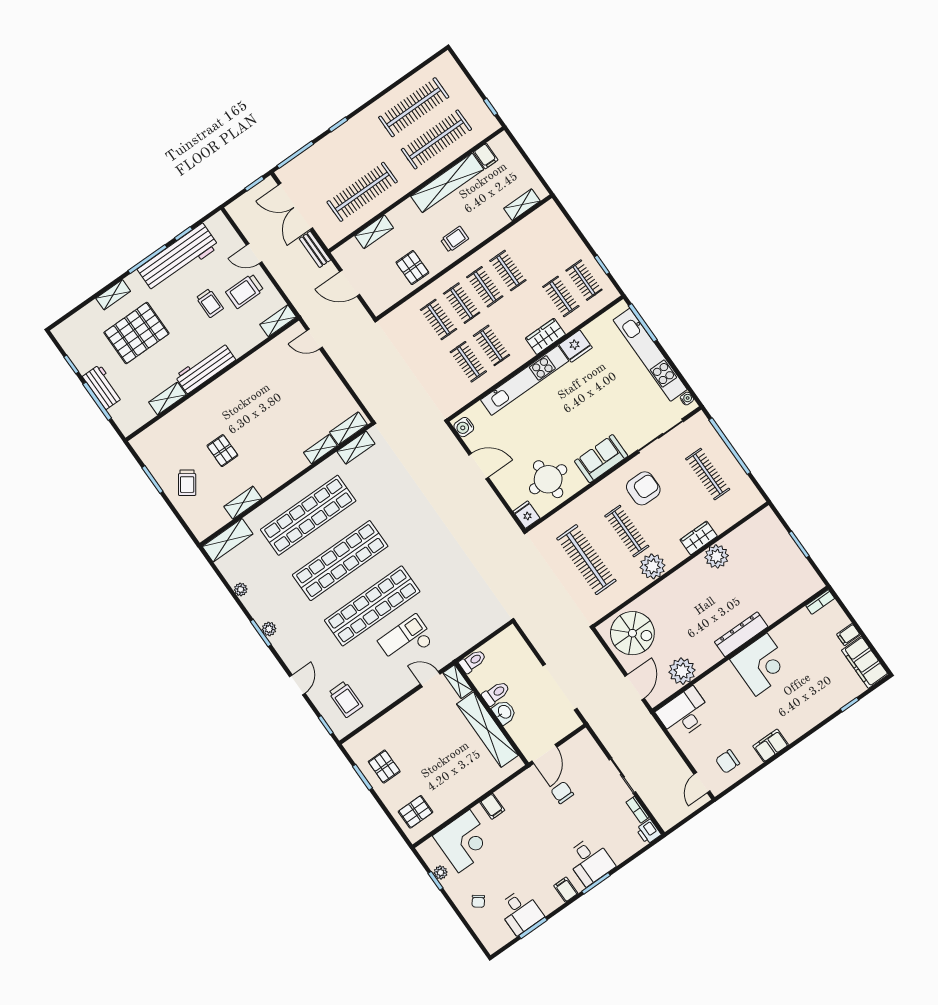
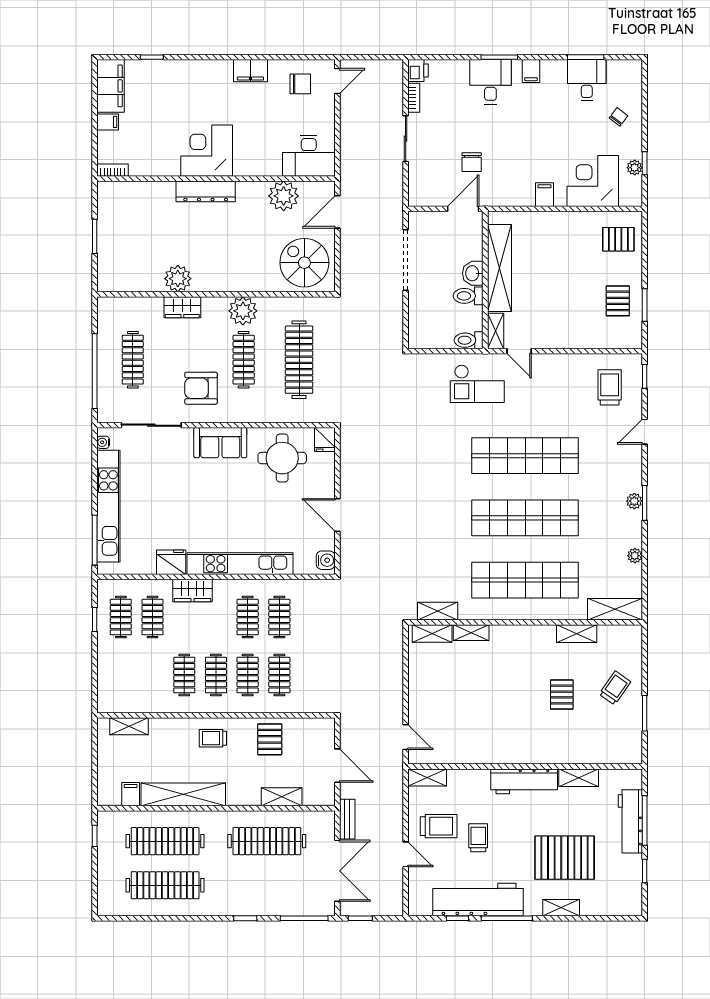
workbench: (103, 387) -> (630, 821), width x1.38
checkout: (406, 641) -> (477, 384), moved

